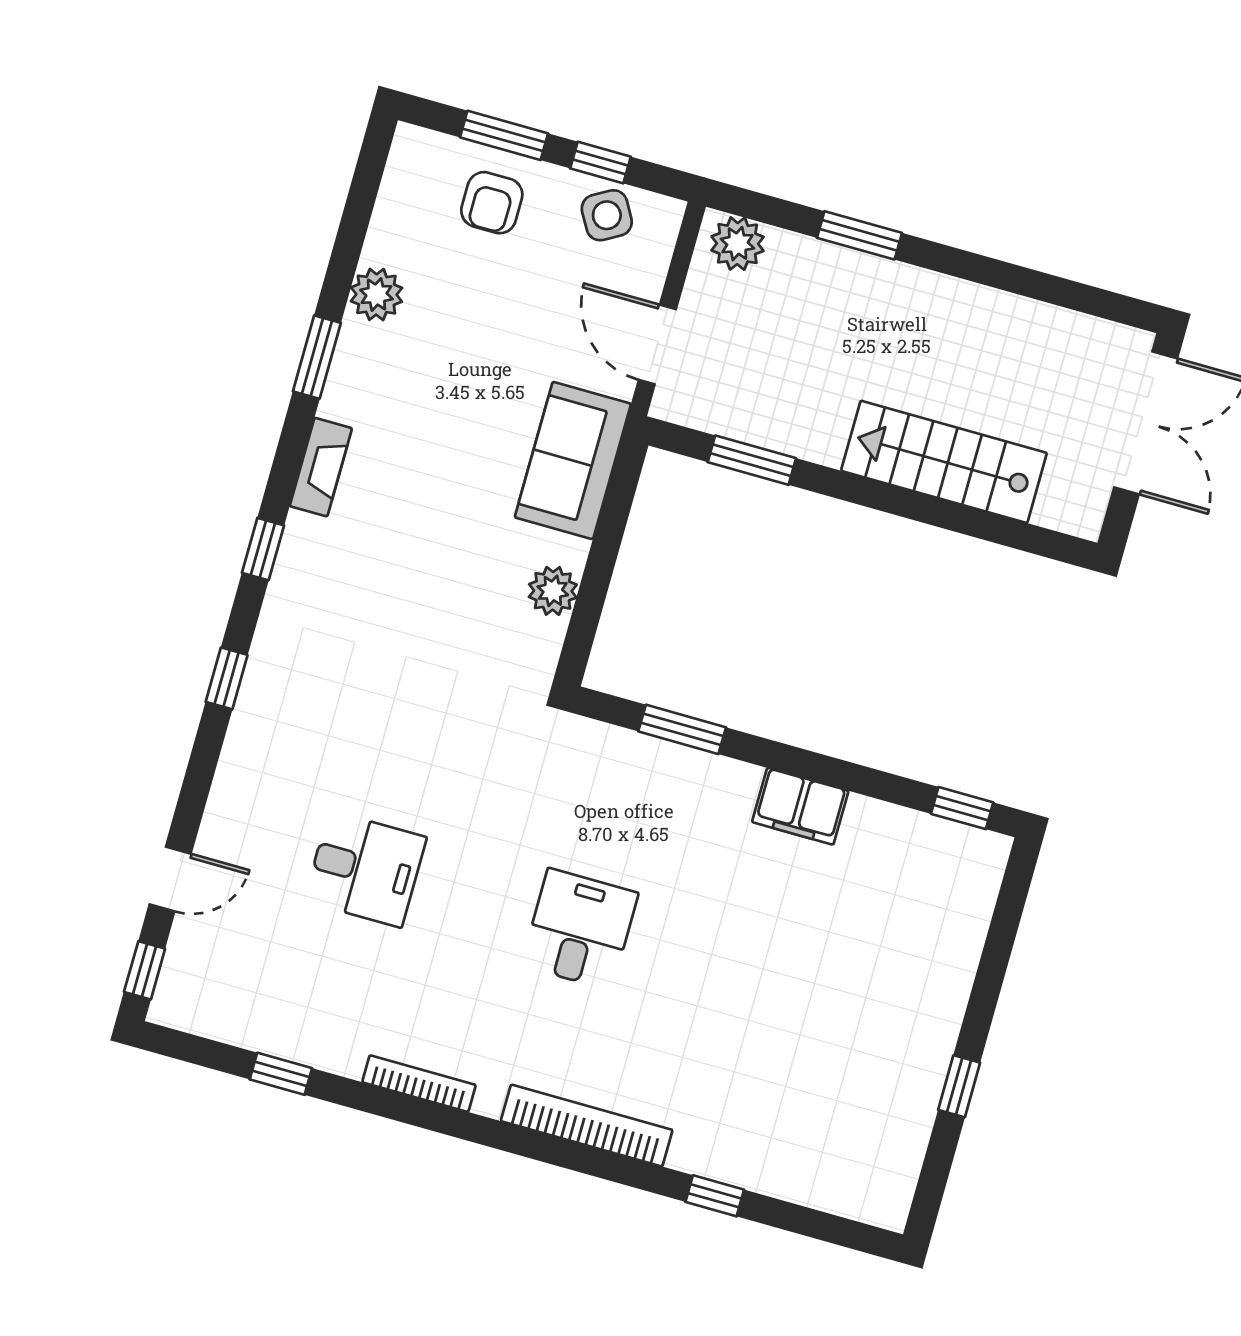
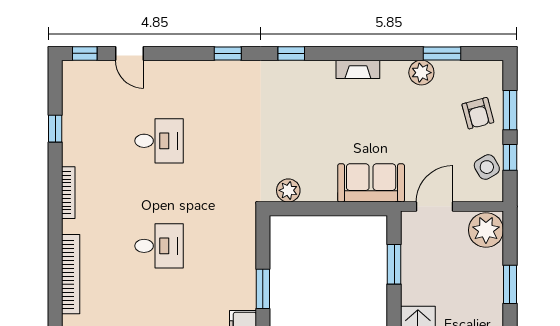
armchair: (492, 203) -> (478, 113), turned -105
plant: (737, 244) -> (486, 230), width x1.36, depth x1.36
window: (317, 357) -> (442, 53), moved
fireplace: (321, 467) -> (358, 69), moved
plant: (553, 591) -> (288, 190), moved
window: (682, 729) -> (263, 289), moved
desk: (365, 869) -> (159, 141), turned -90

